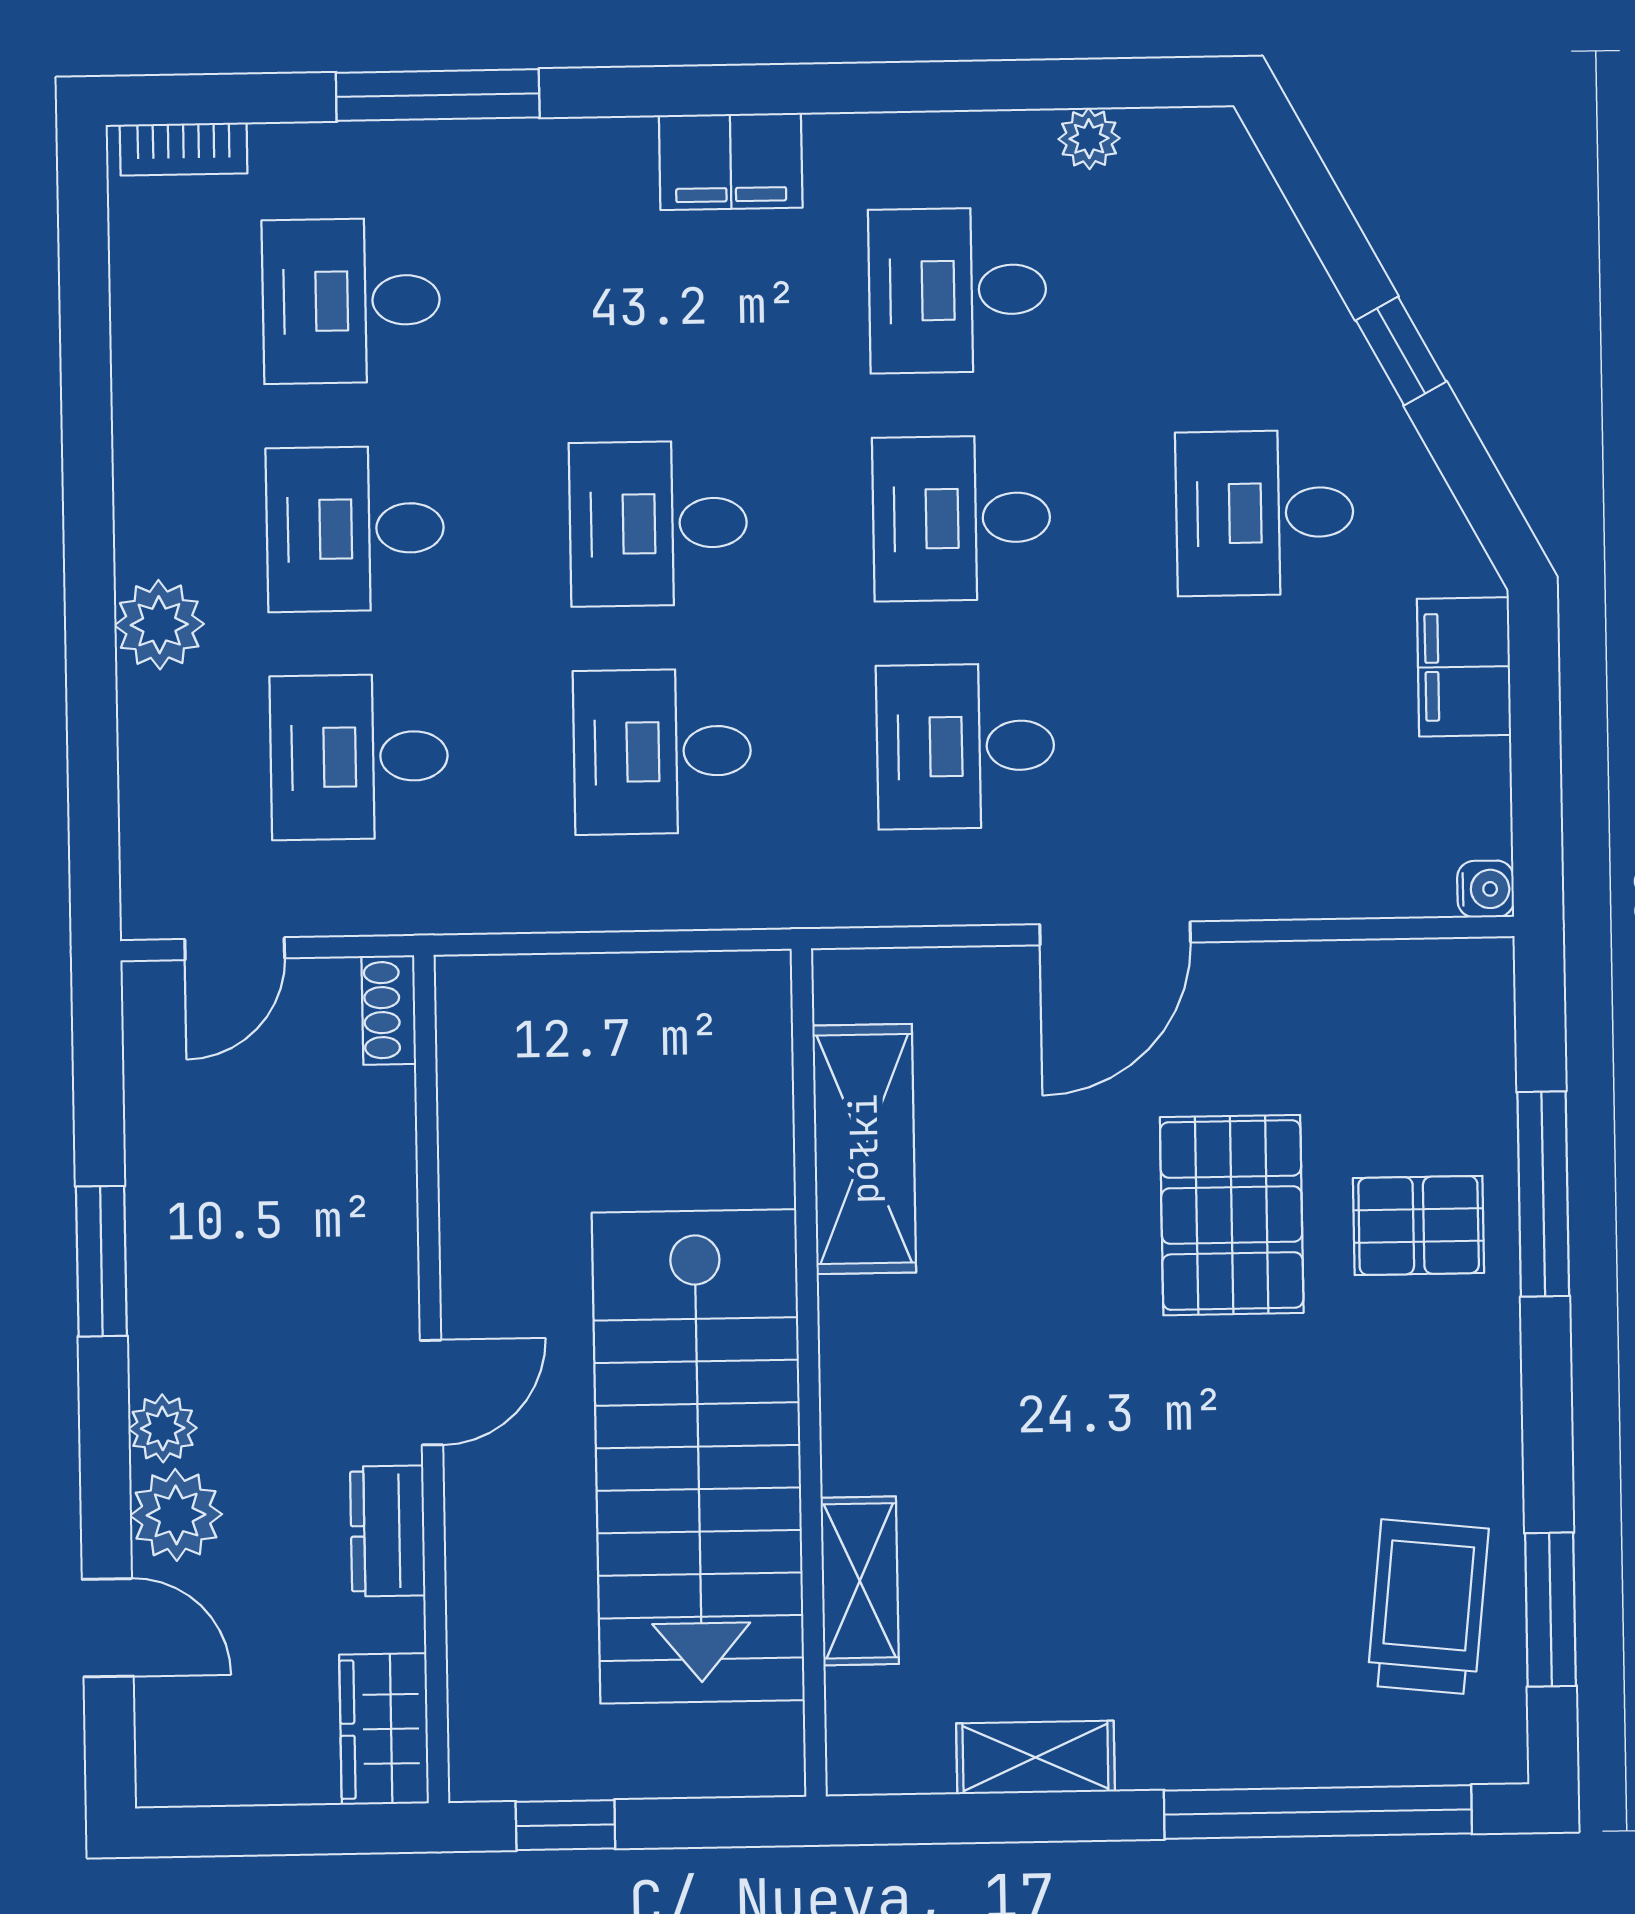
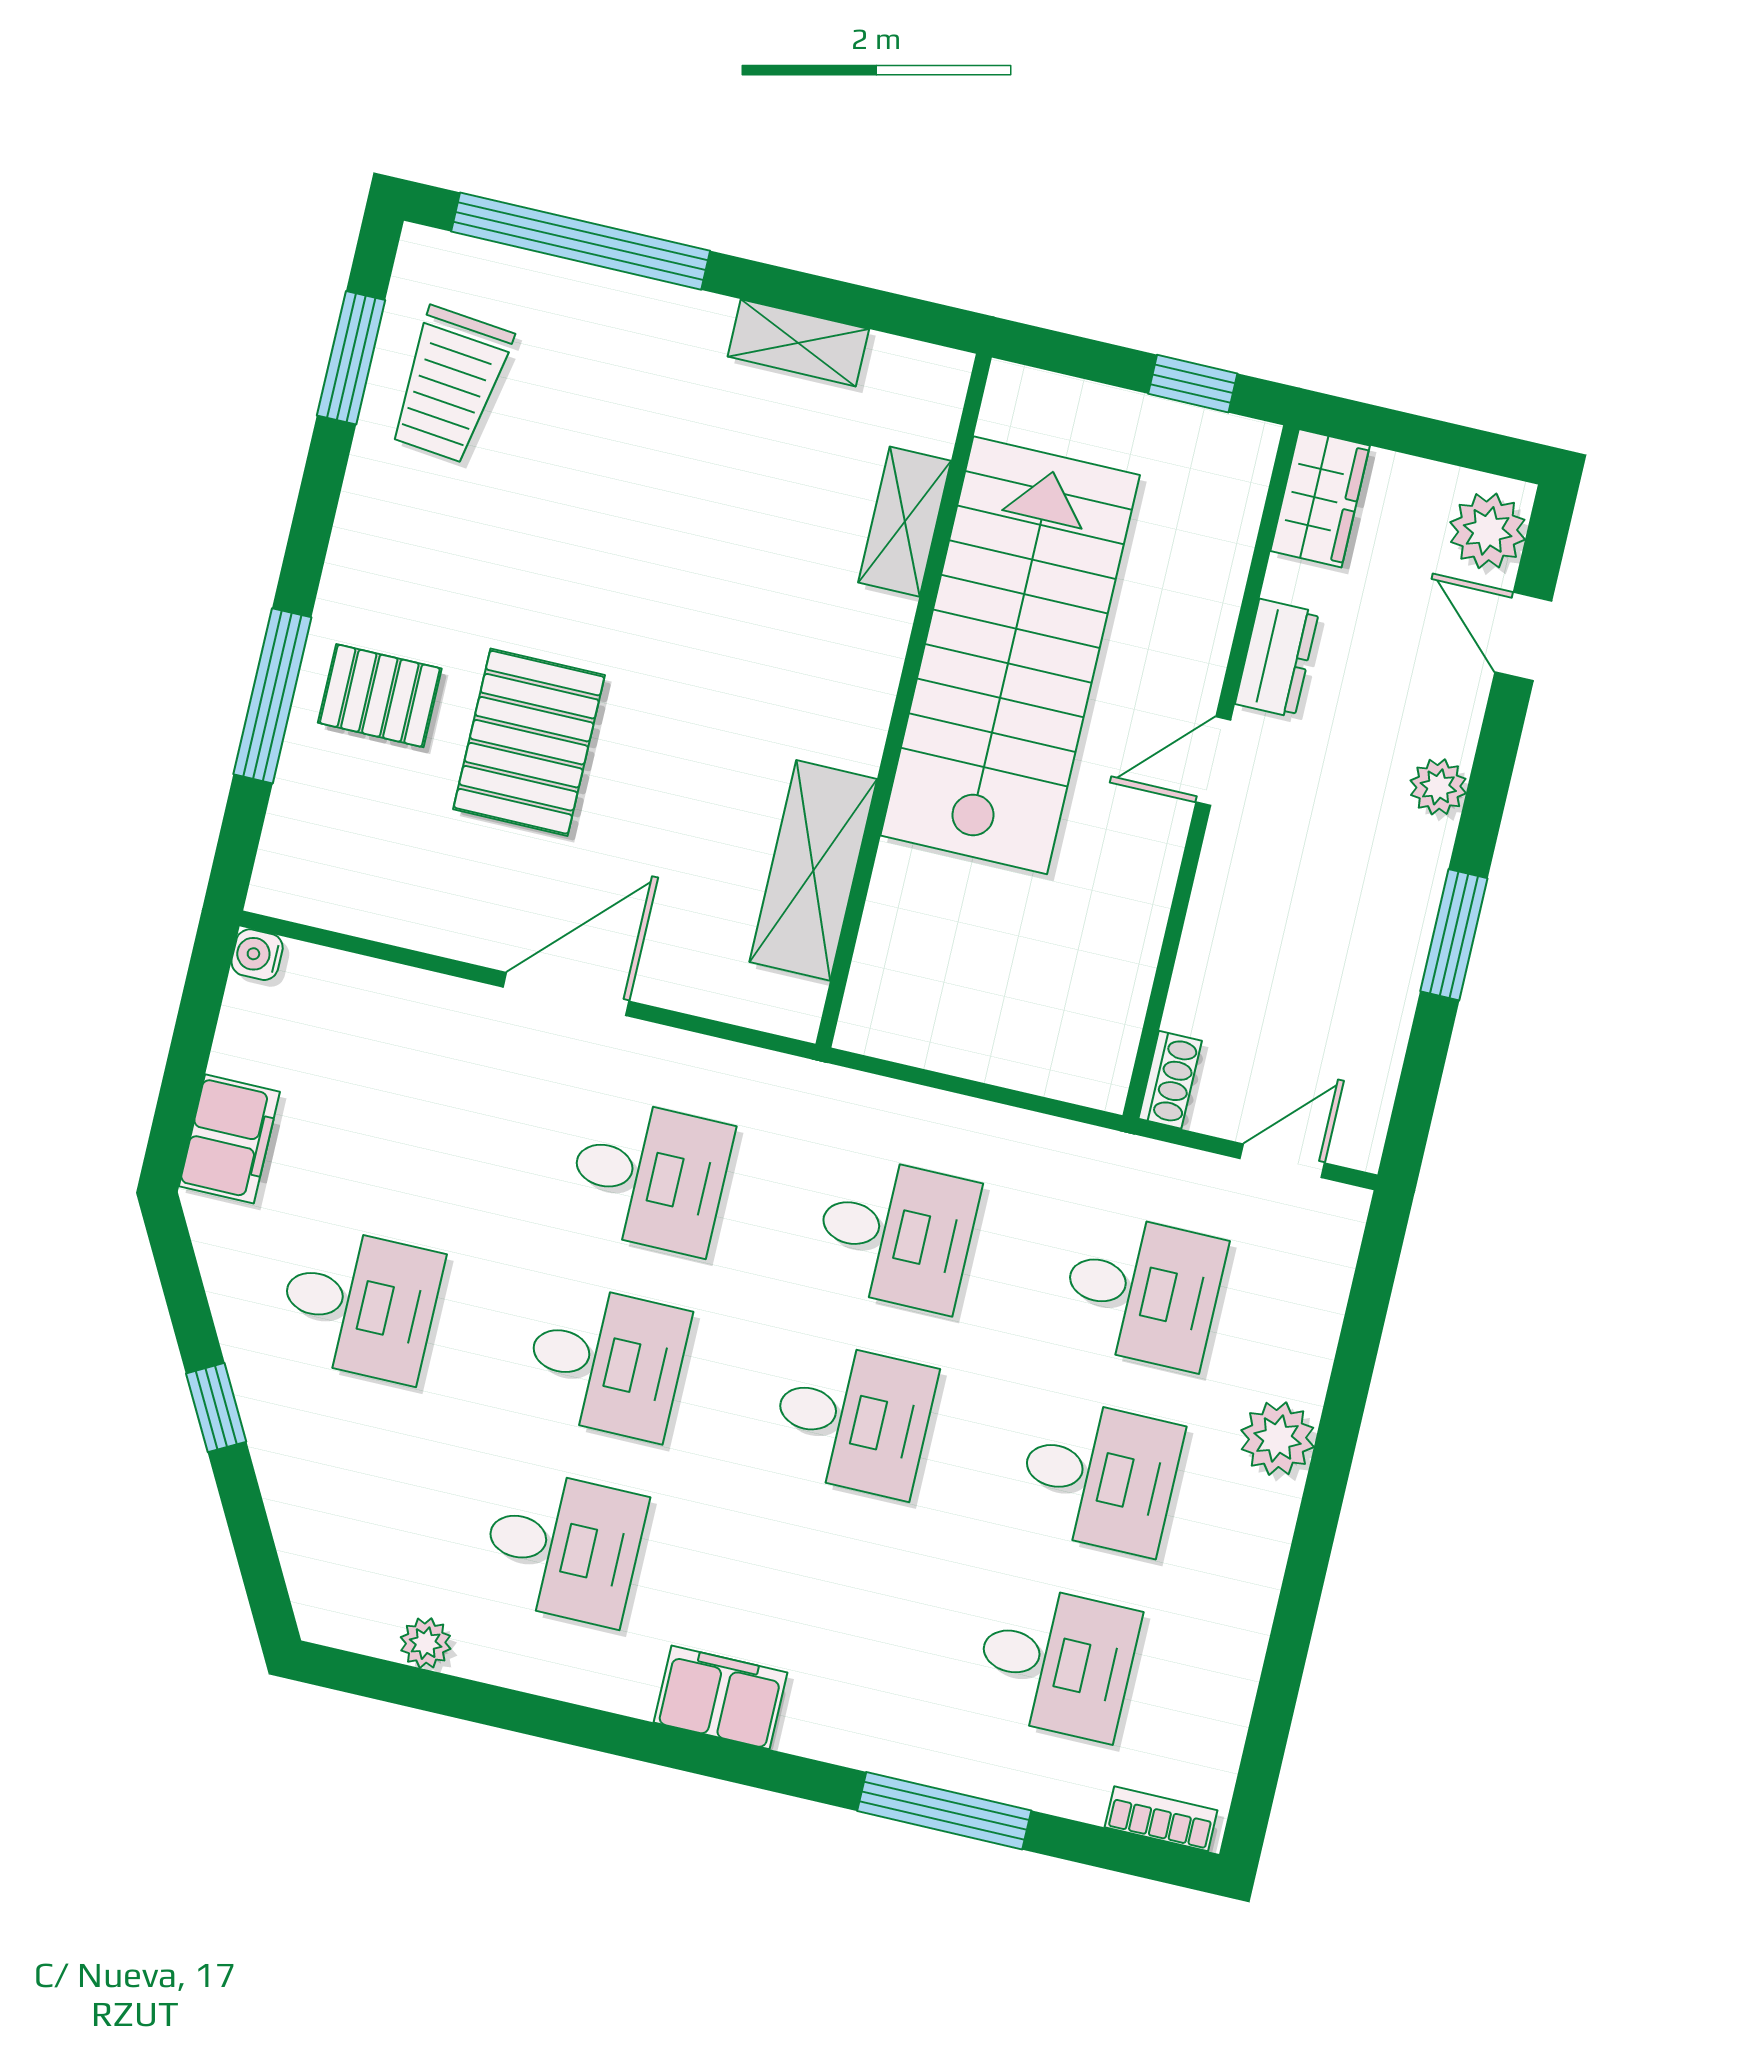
plant: (176, 1515) -> (1488, 531), moved

